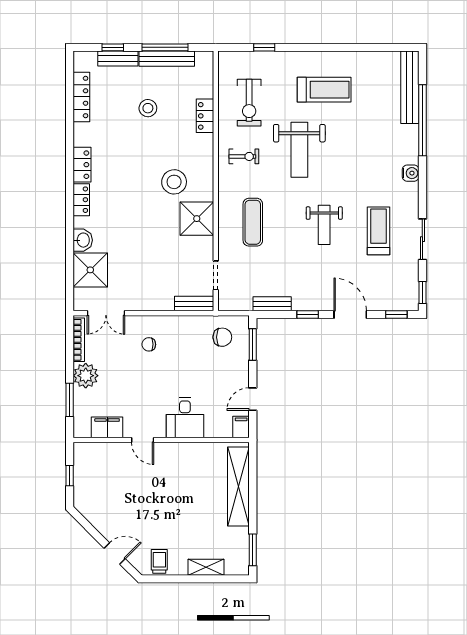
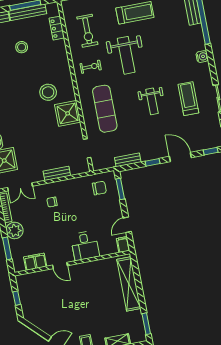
locker: (205, 116) -> (57, 28), moved
exercise mat: (253, 222) -> (105, 109), width x1.36, depth x1.45
bench: (194, 304) -> (57, 173), moved

